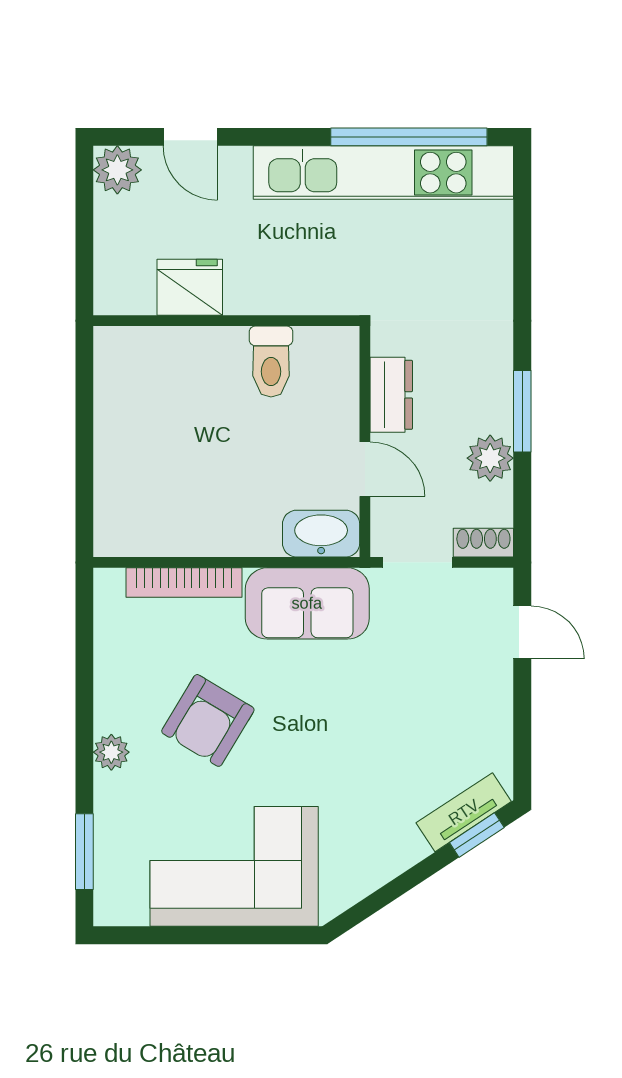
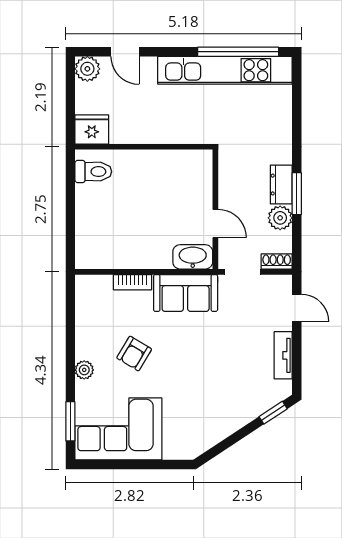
fridge: (190, 287) -> (92, 129), moved
toilet: (271, 362) -> (93, 172), moved, turned -90
dresser: (391, 395) -> (281, 185), moved, turned 180
bookcase: (184, 583) -> (133, 282), width x0.64
armchair: (208, 720) -> (134, 353), width x0.72, depth x0.72
tv unit: (464, 812) -> (283, 355), moved, turned -57
corner sofa: (234, 866) -> (118, 429), moved

